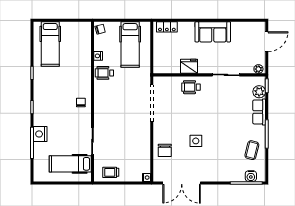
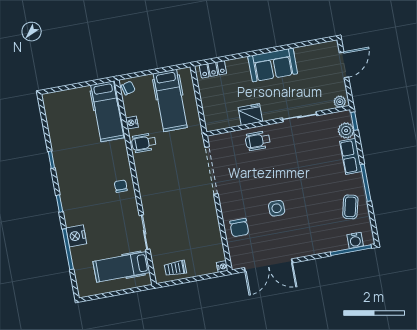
hospital bed: (50, 44) -> (107, 111), moved

